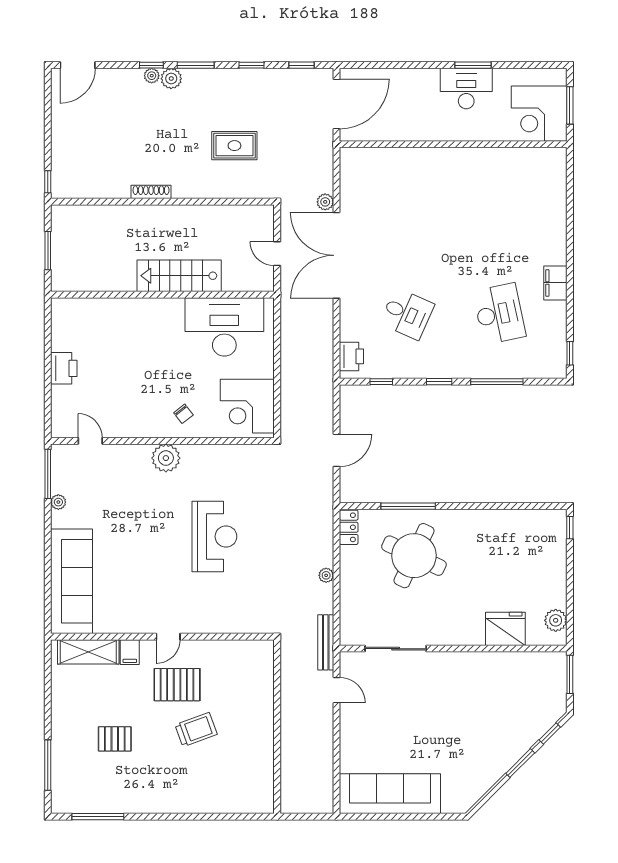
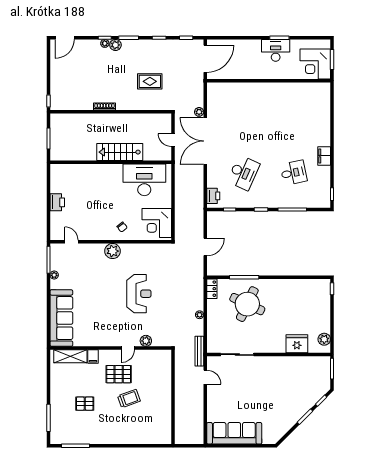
desk: (407, 314) -> (244, 173), width x1.37
desk: (499, 314) -> (294, 173), width x0.73
plant: (227, 623) -> (146, 341), added
door: (168, 637) -> (128, 348), moved

